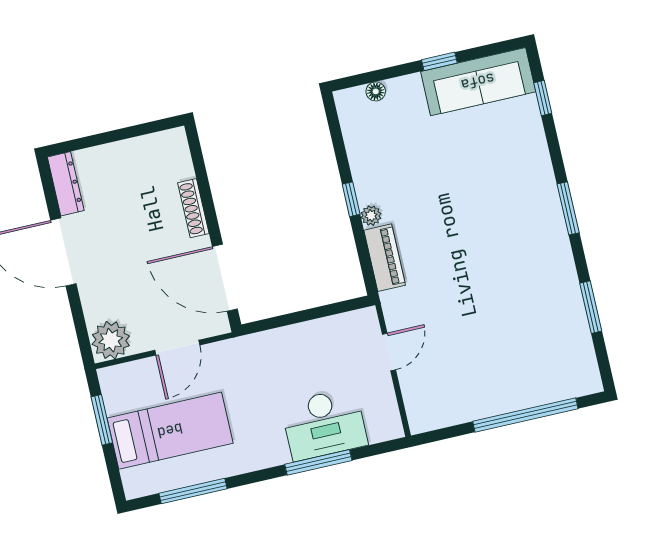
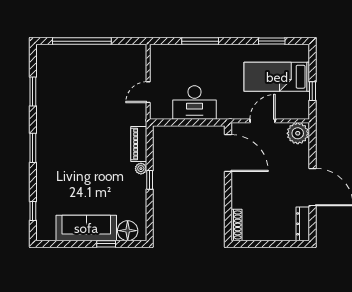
window: (439, 61) -> (106, 244), moved
sofa: (478, 82) -> (86, 228), moved
floor lamp: (376, 91) -> (128, 231), width x1.89, depth x1.89
shoe rack: (193, 208) -> (236, 225), moved
window: (102, 420) -> (312, 91), width x0.67
desk: (324, 424) -> (194, 102), moved, turned 180
window: (193, 491) -> (272, 41), width x0.69

